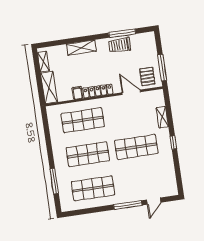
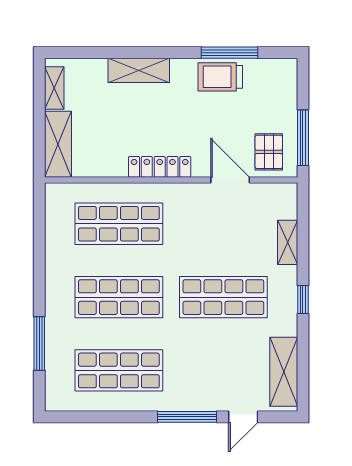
filing cabinet: (77, 93) -> (116, 165), removed
shelving: (169, 177) -> (284, 372), added

